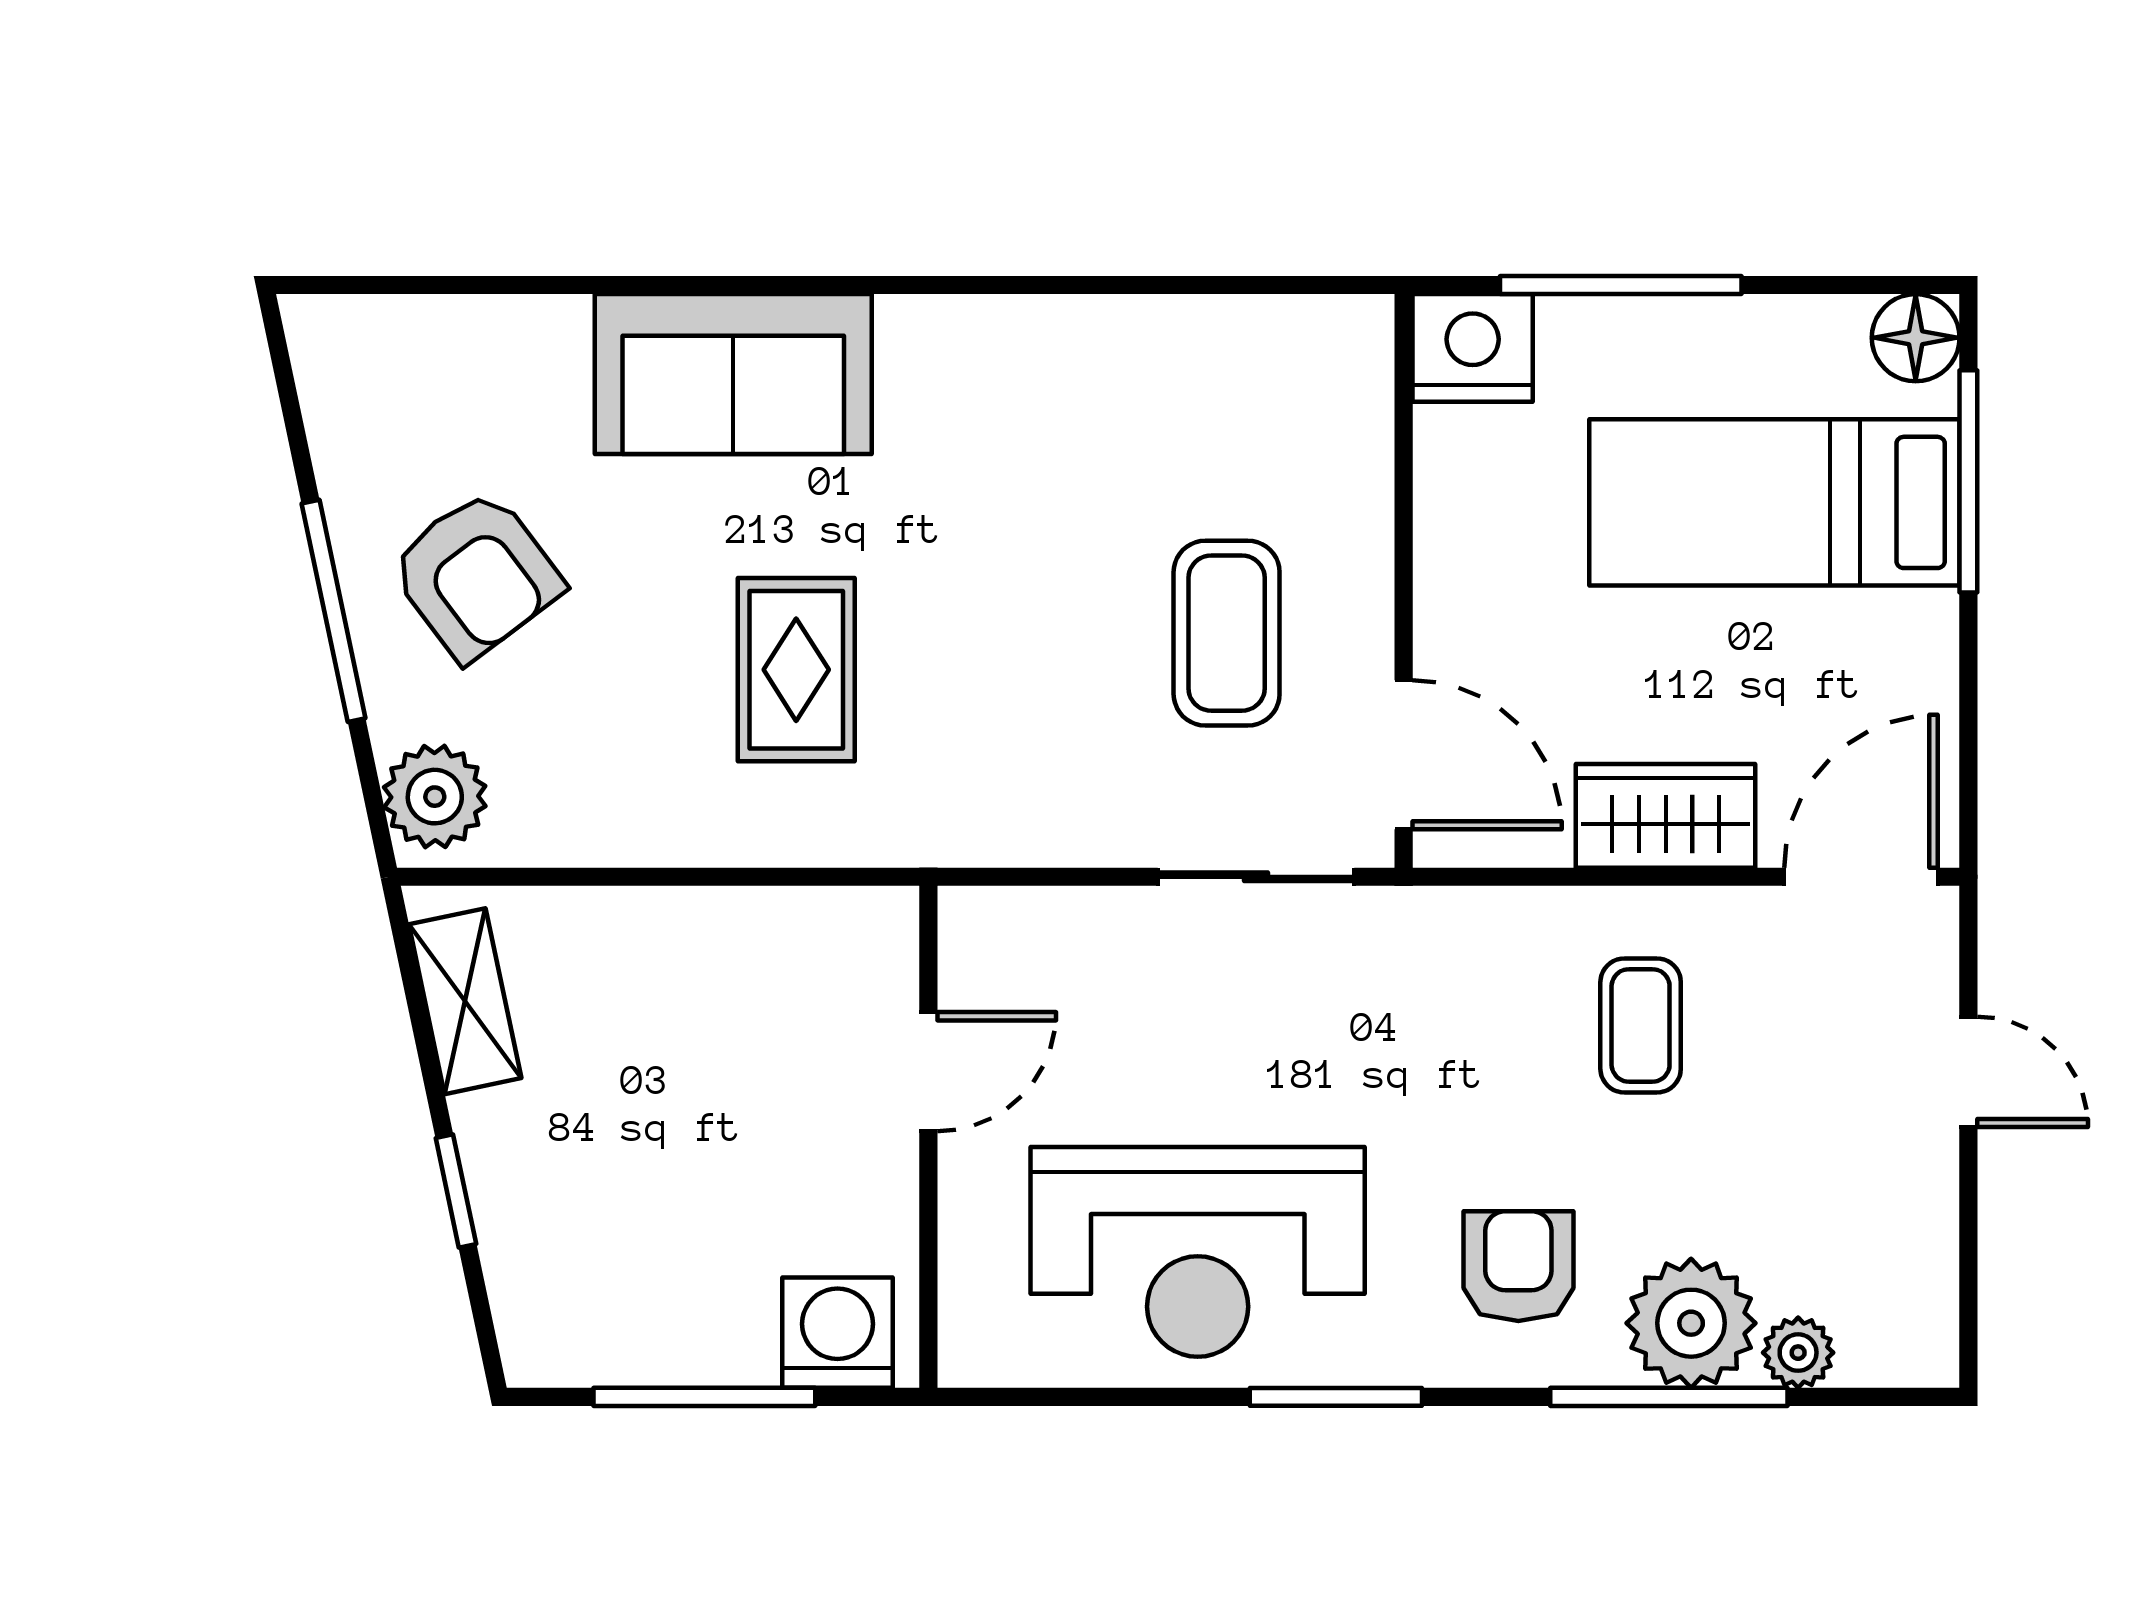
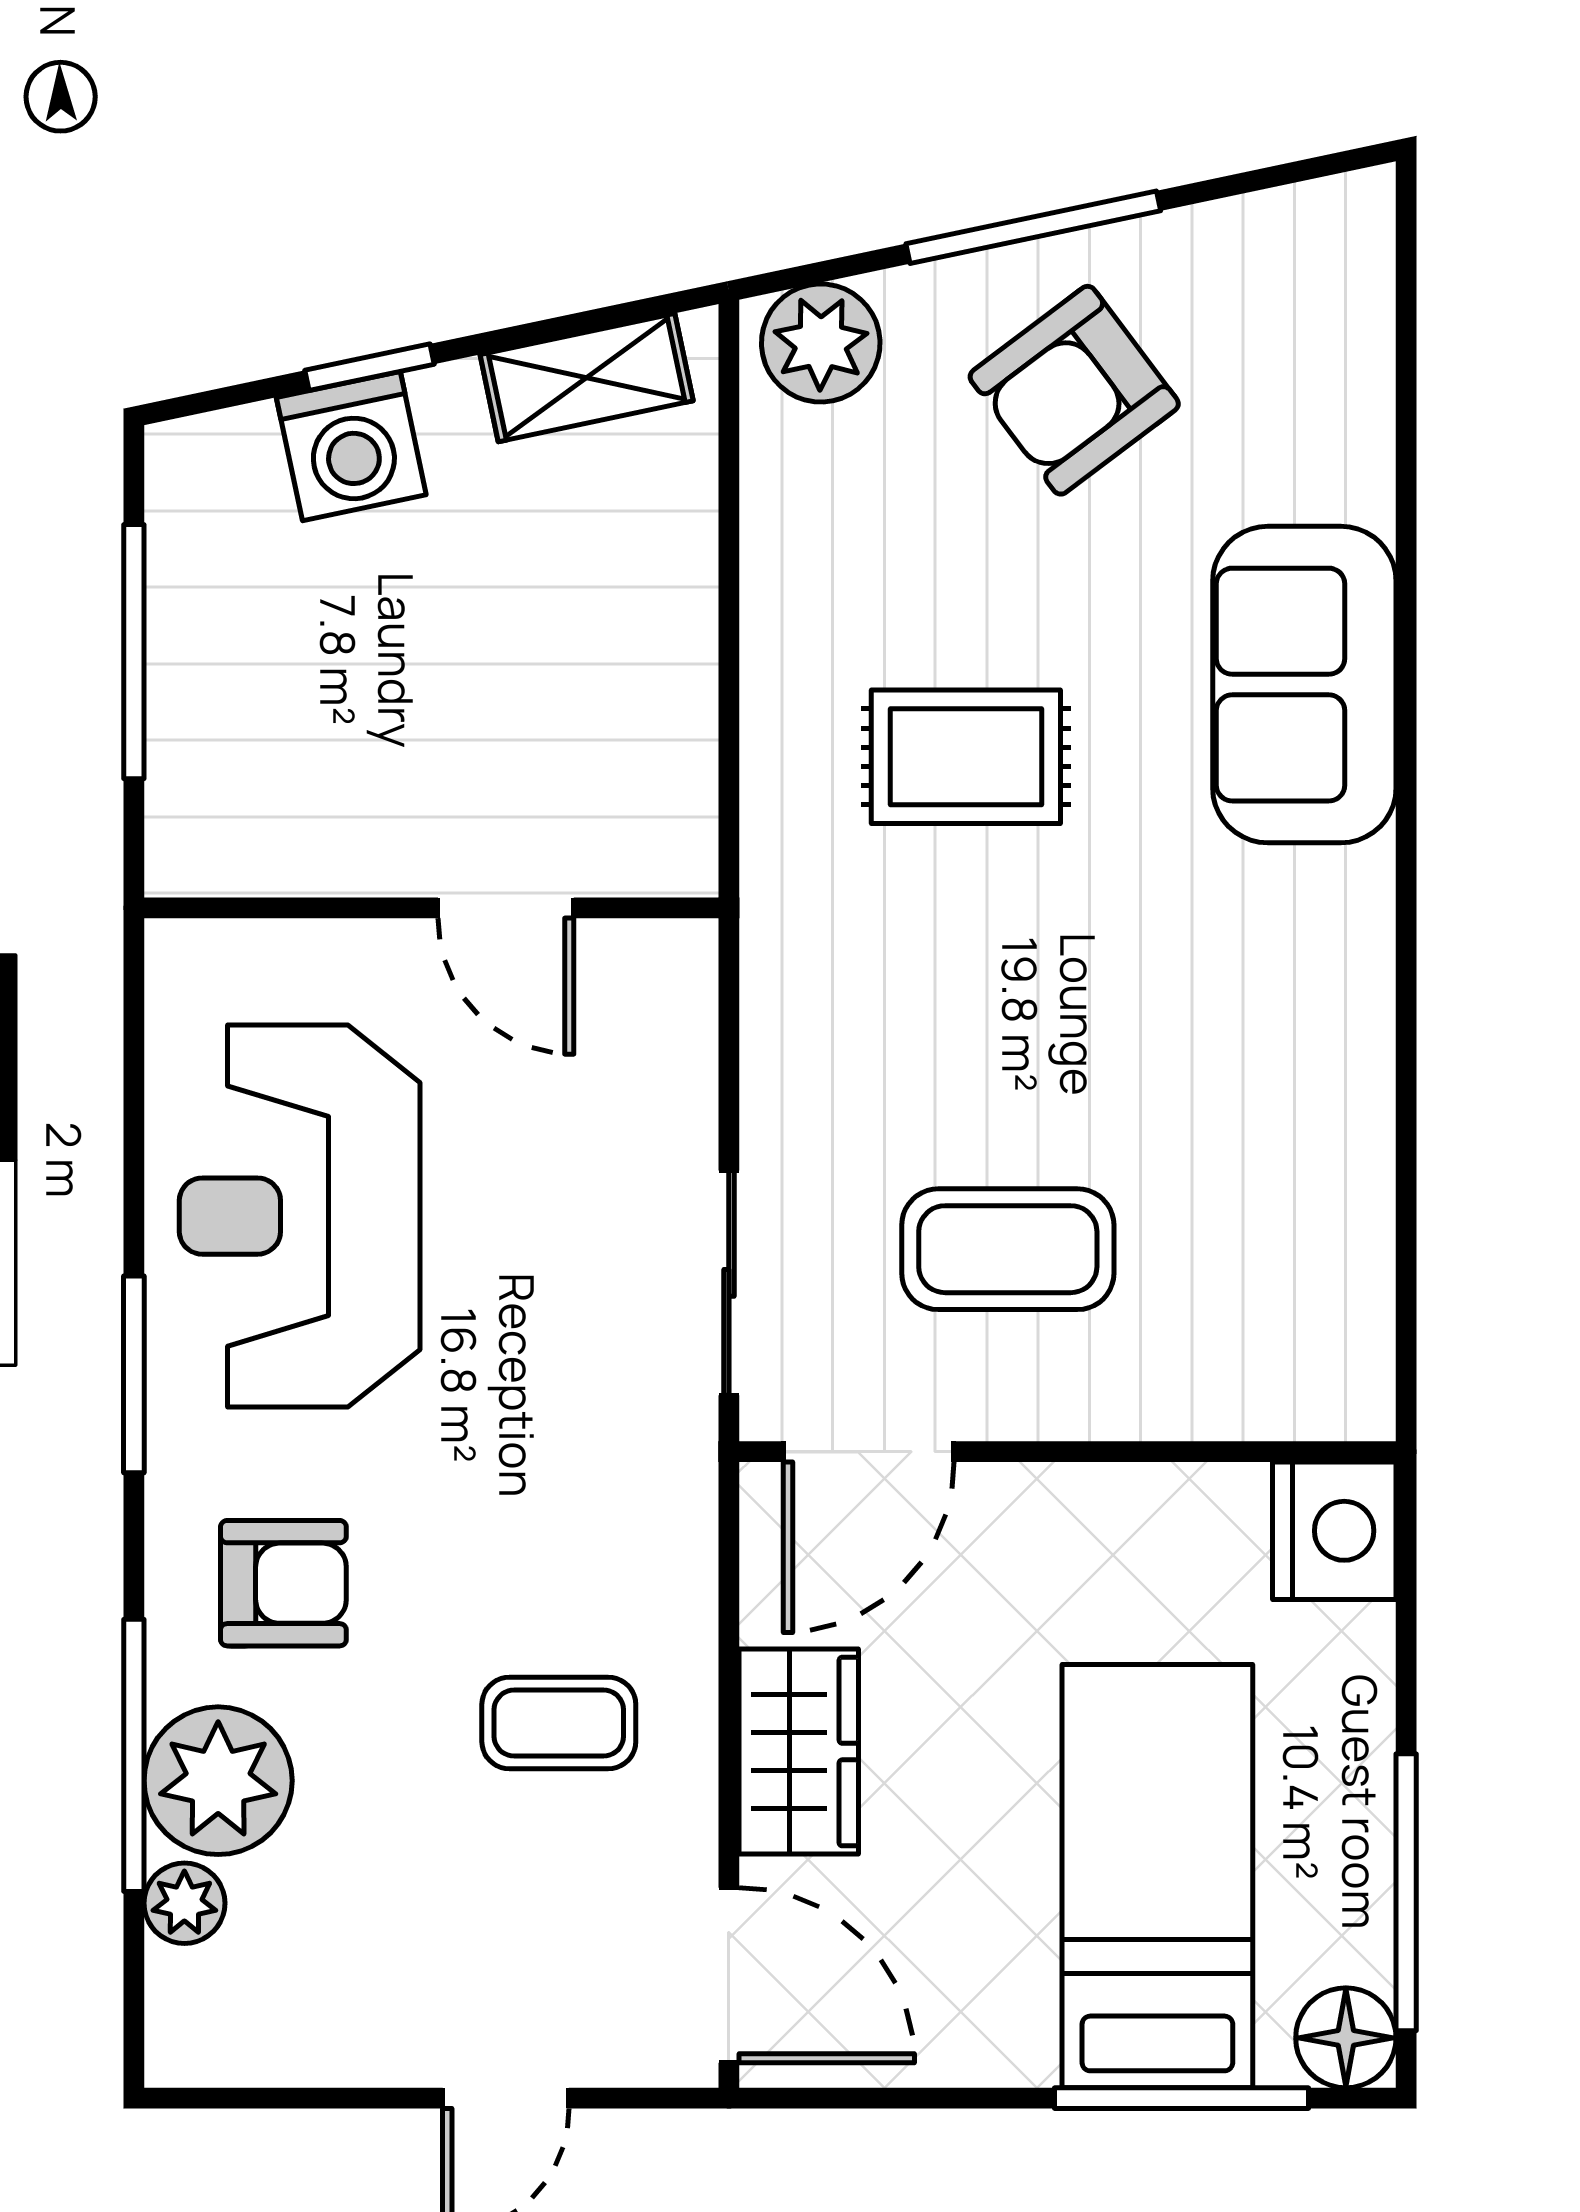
window: (1621, 285) -> (1406, 1892), moved
washing machine: (837, 1333) -> (351, 446), moved, turned 78

